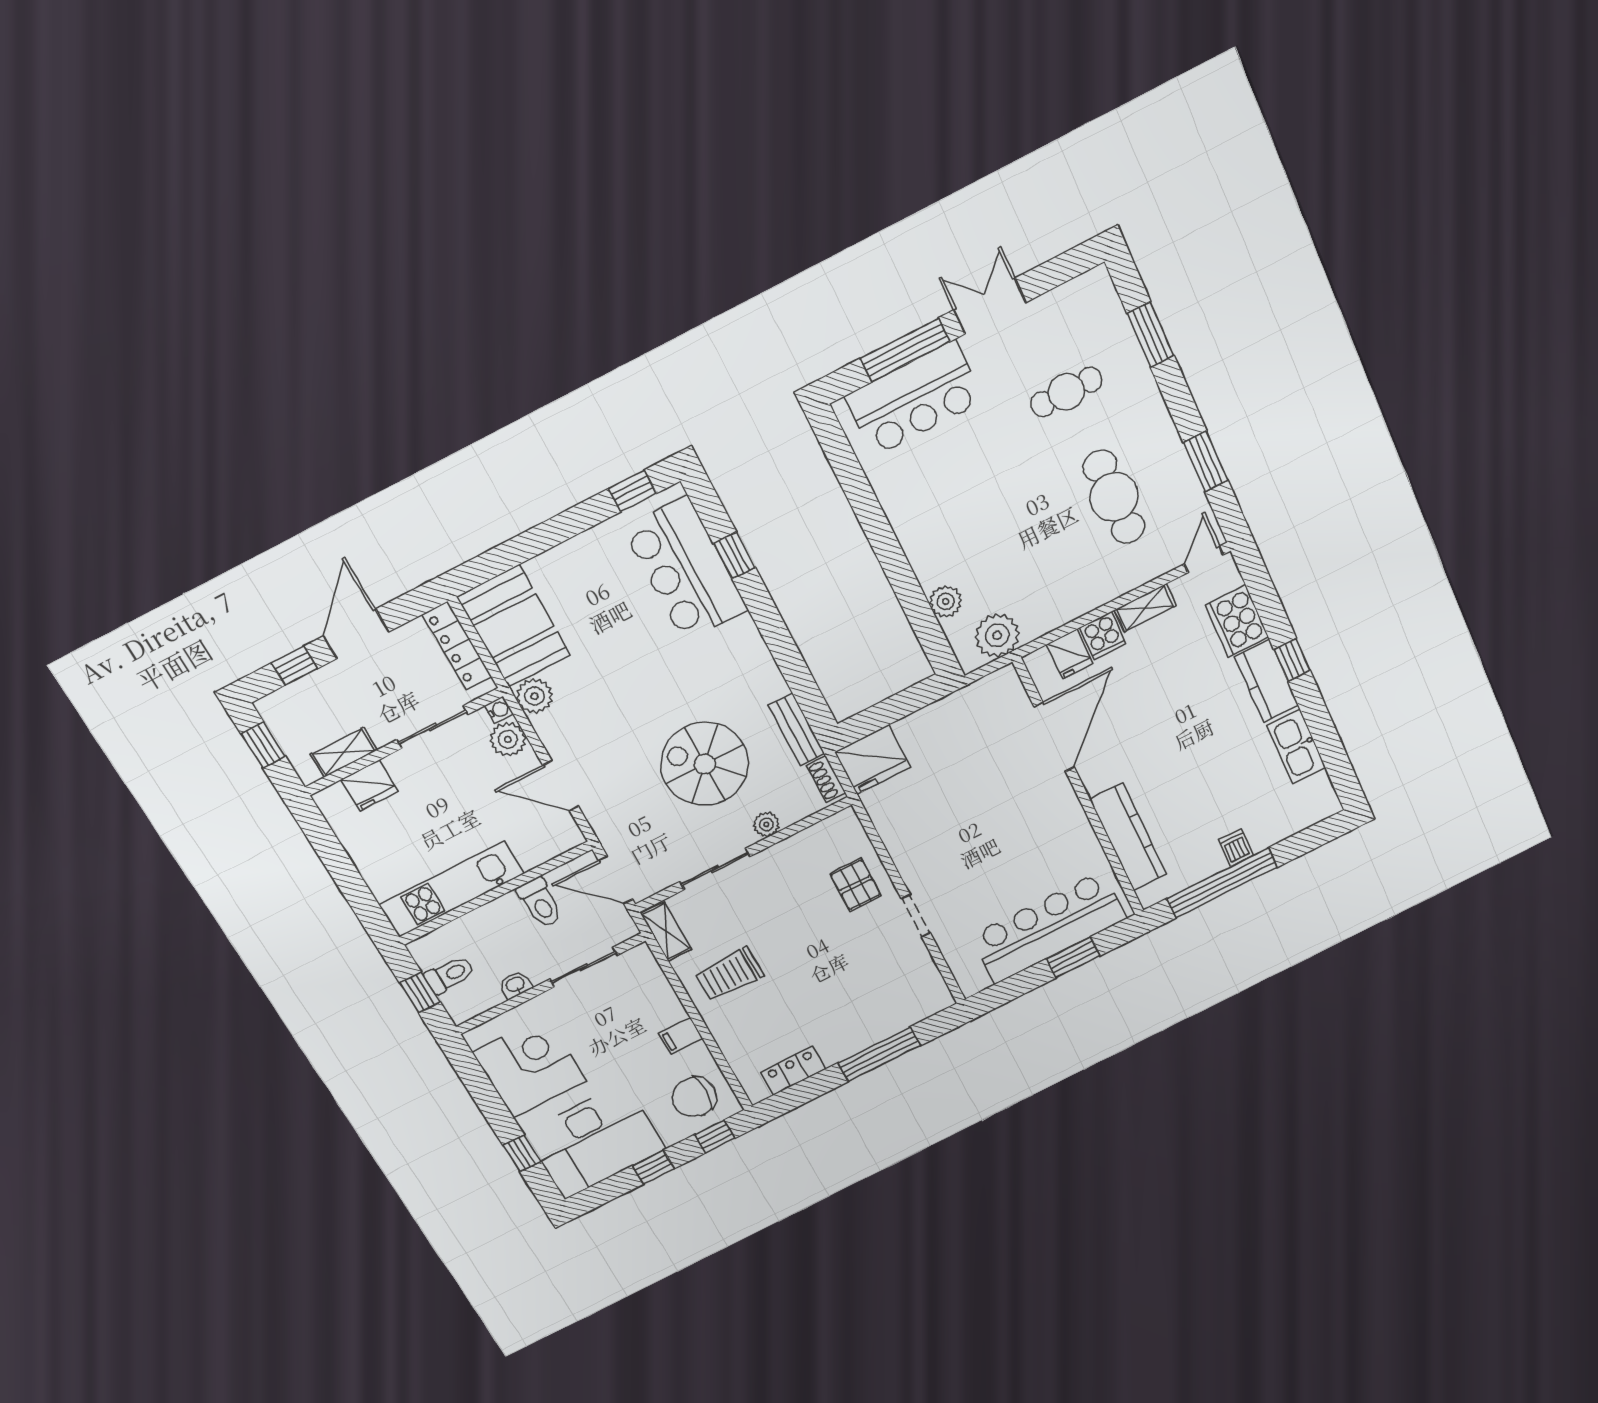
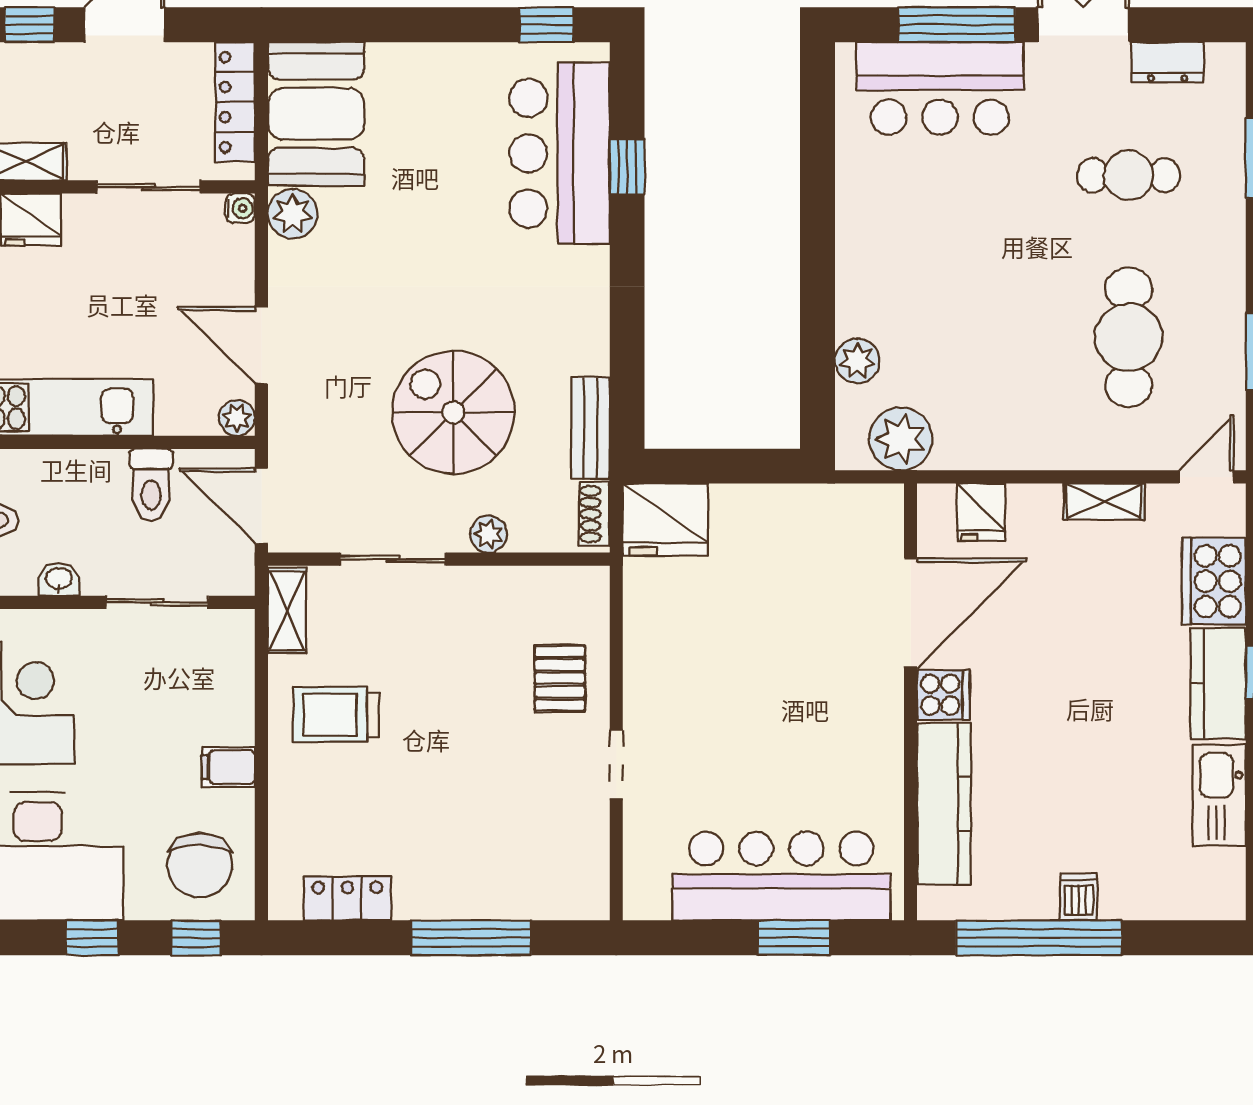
dresser: (1058, 303) -> (1168, 62), added
cooker: (1103, 636) -> (943, 695), moved, turned -90
plant: (508, 739) -> (237, 418), moved, width x0.73, depth x0.73
chair: (694, 1097) -> (200, 865), turned -90

